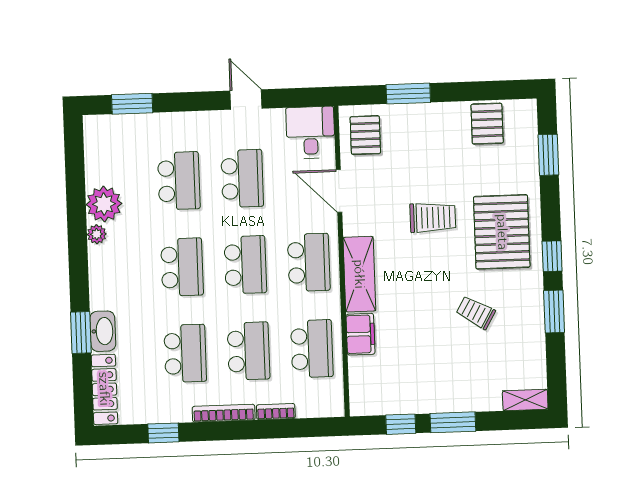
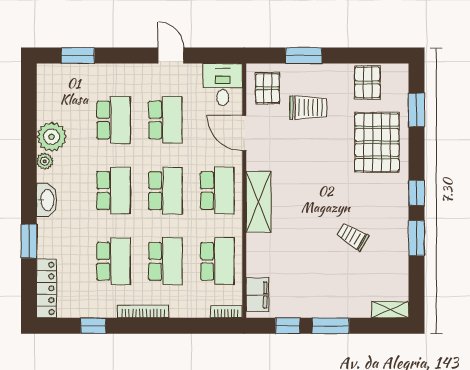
trolley: (433, 218) -> (308, 108), moved
pallet: (502, 232) -> (377, 142), moved
washbasin: (103, 331) -> (47, 200), moved
filing cabinet: (360, 334) -> (257, 295), moved
bookcase: (276, 412) -> (226, 312), moved

